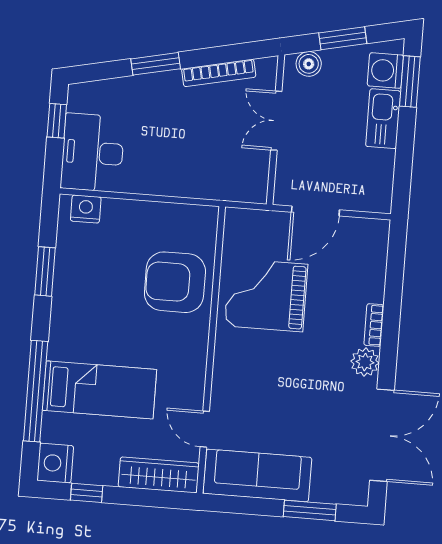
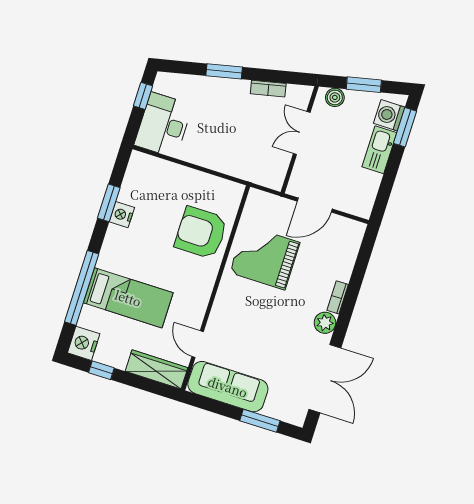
bookcase: (219, 73) -> (268, 89), width x0.64
nightstand: (86, 209) -> (122, 215), moved, turned -90

